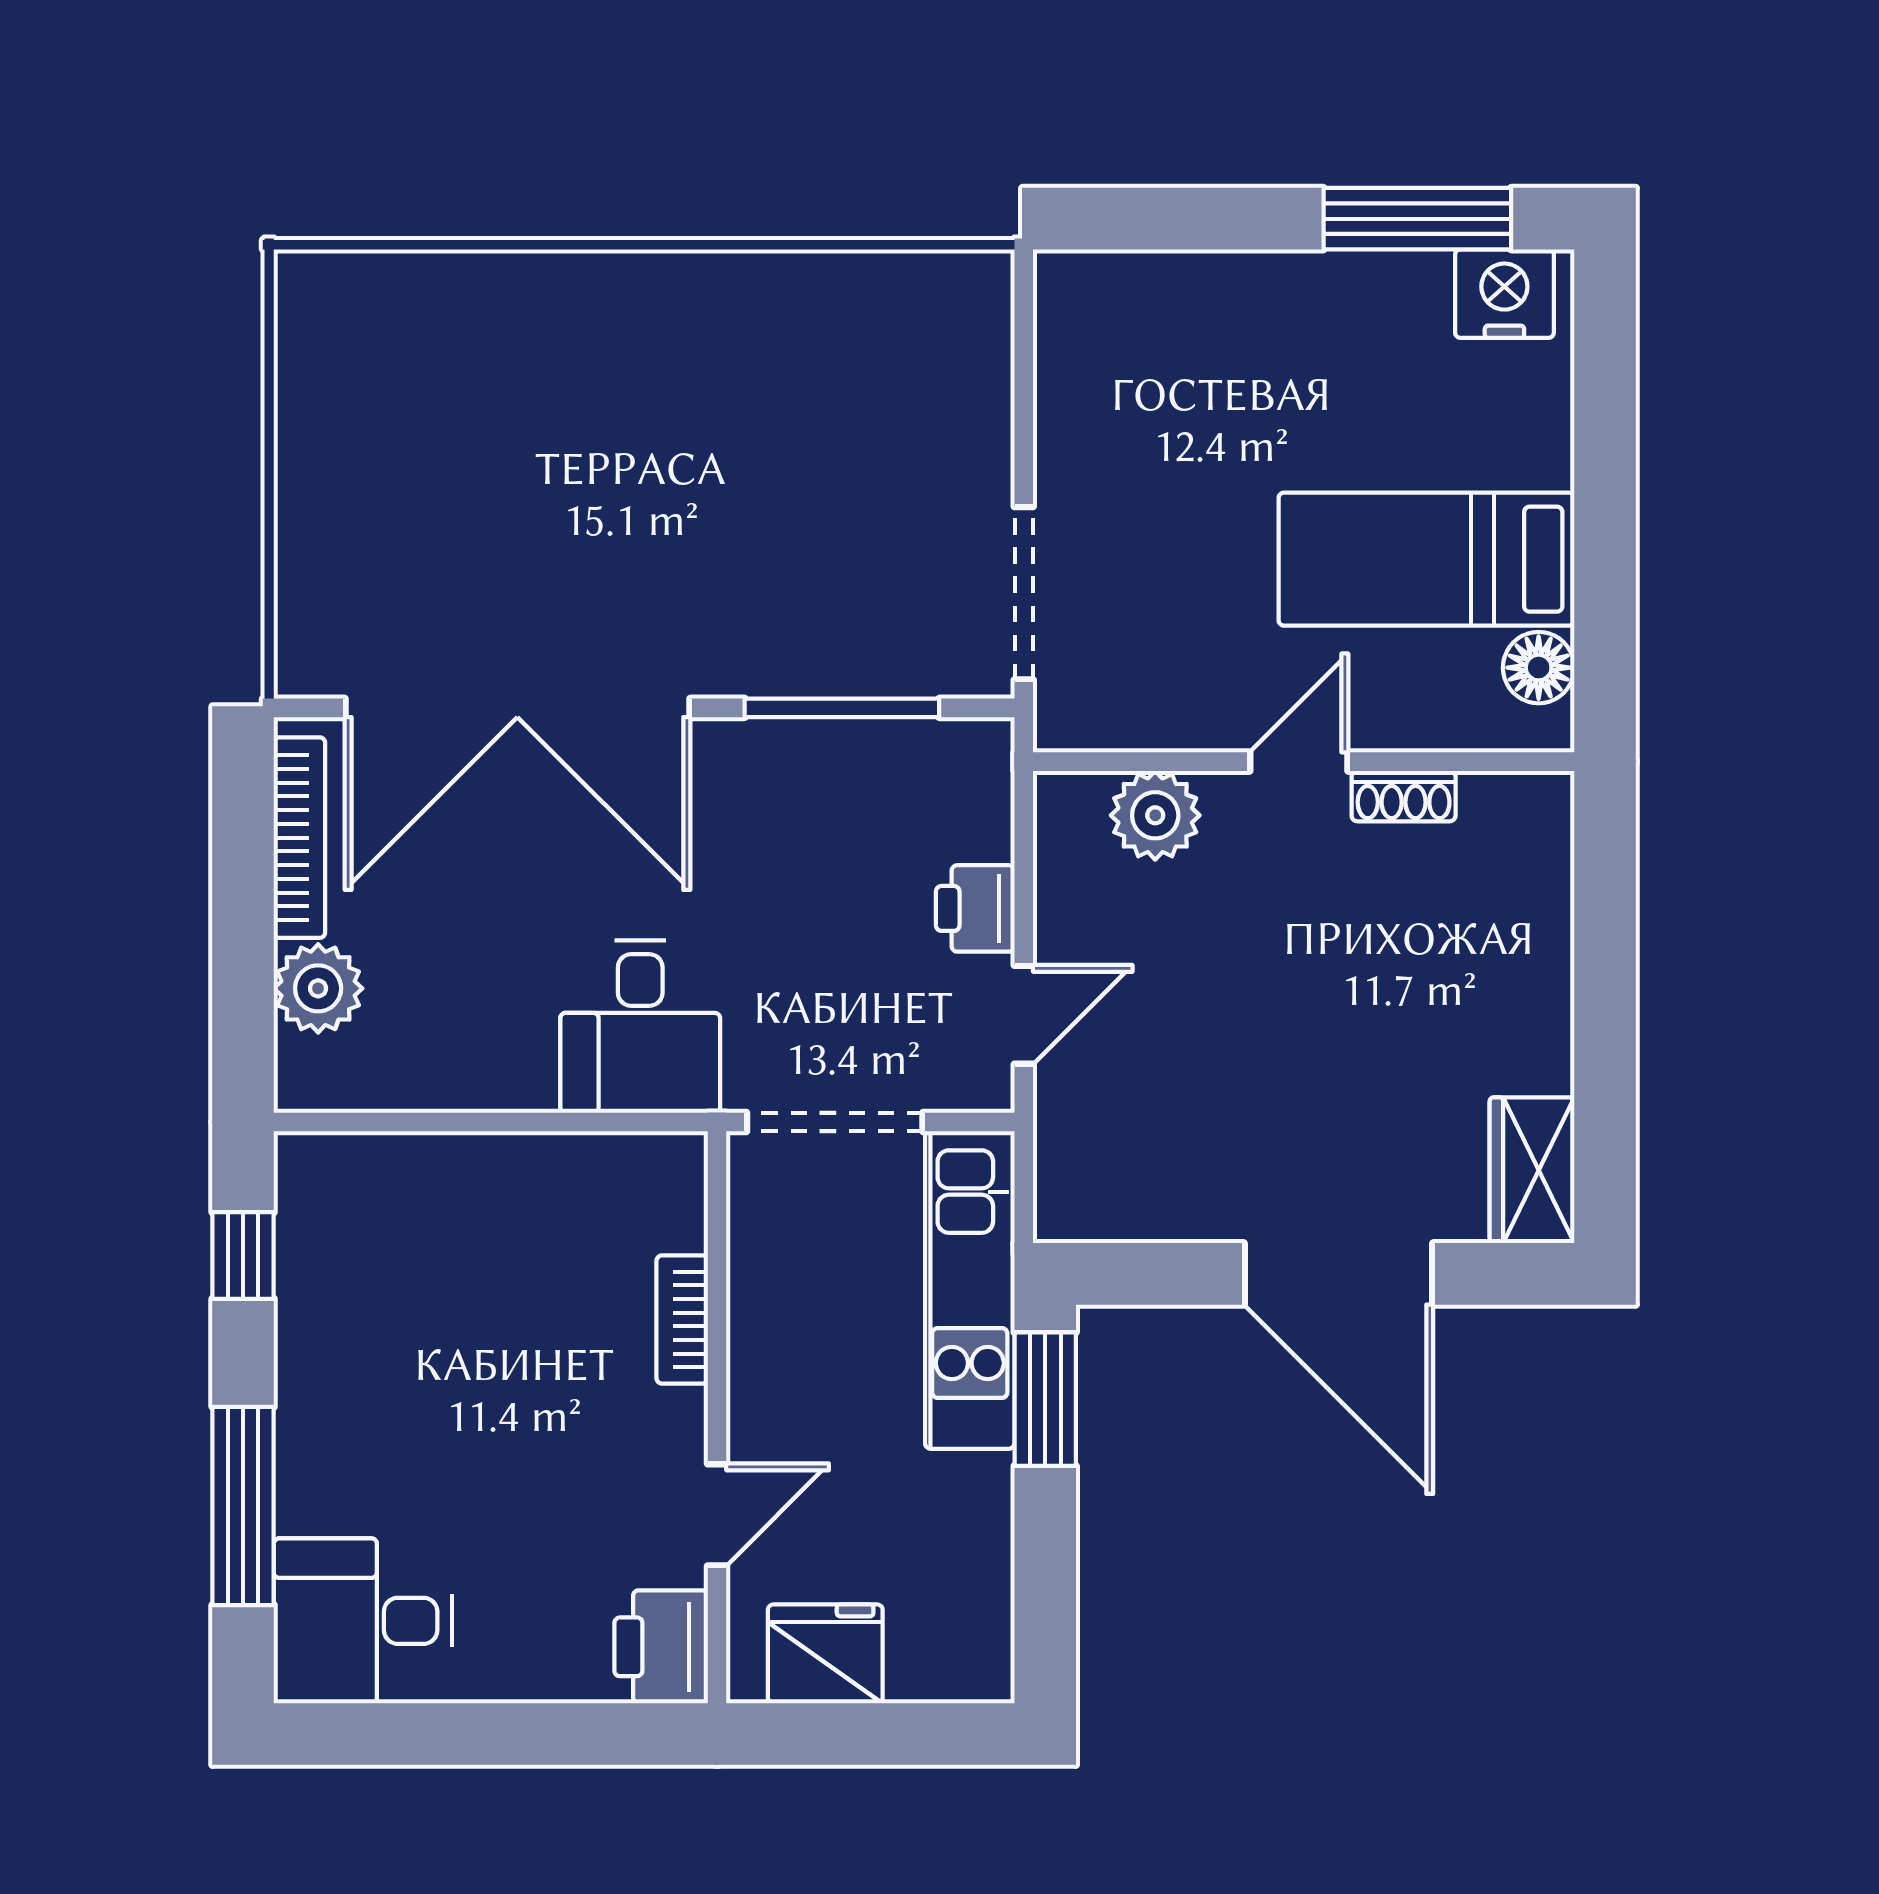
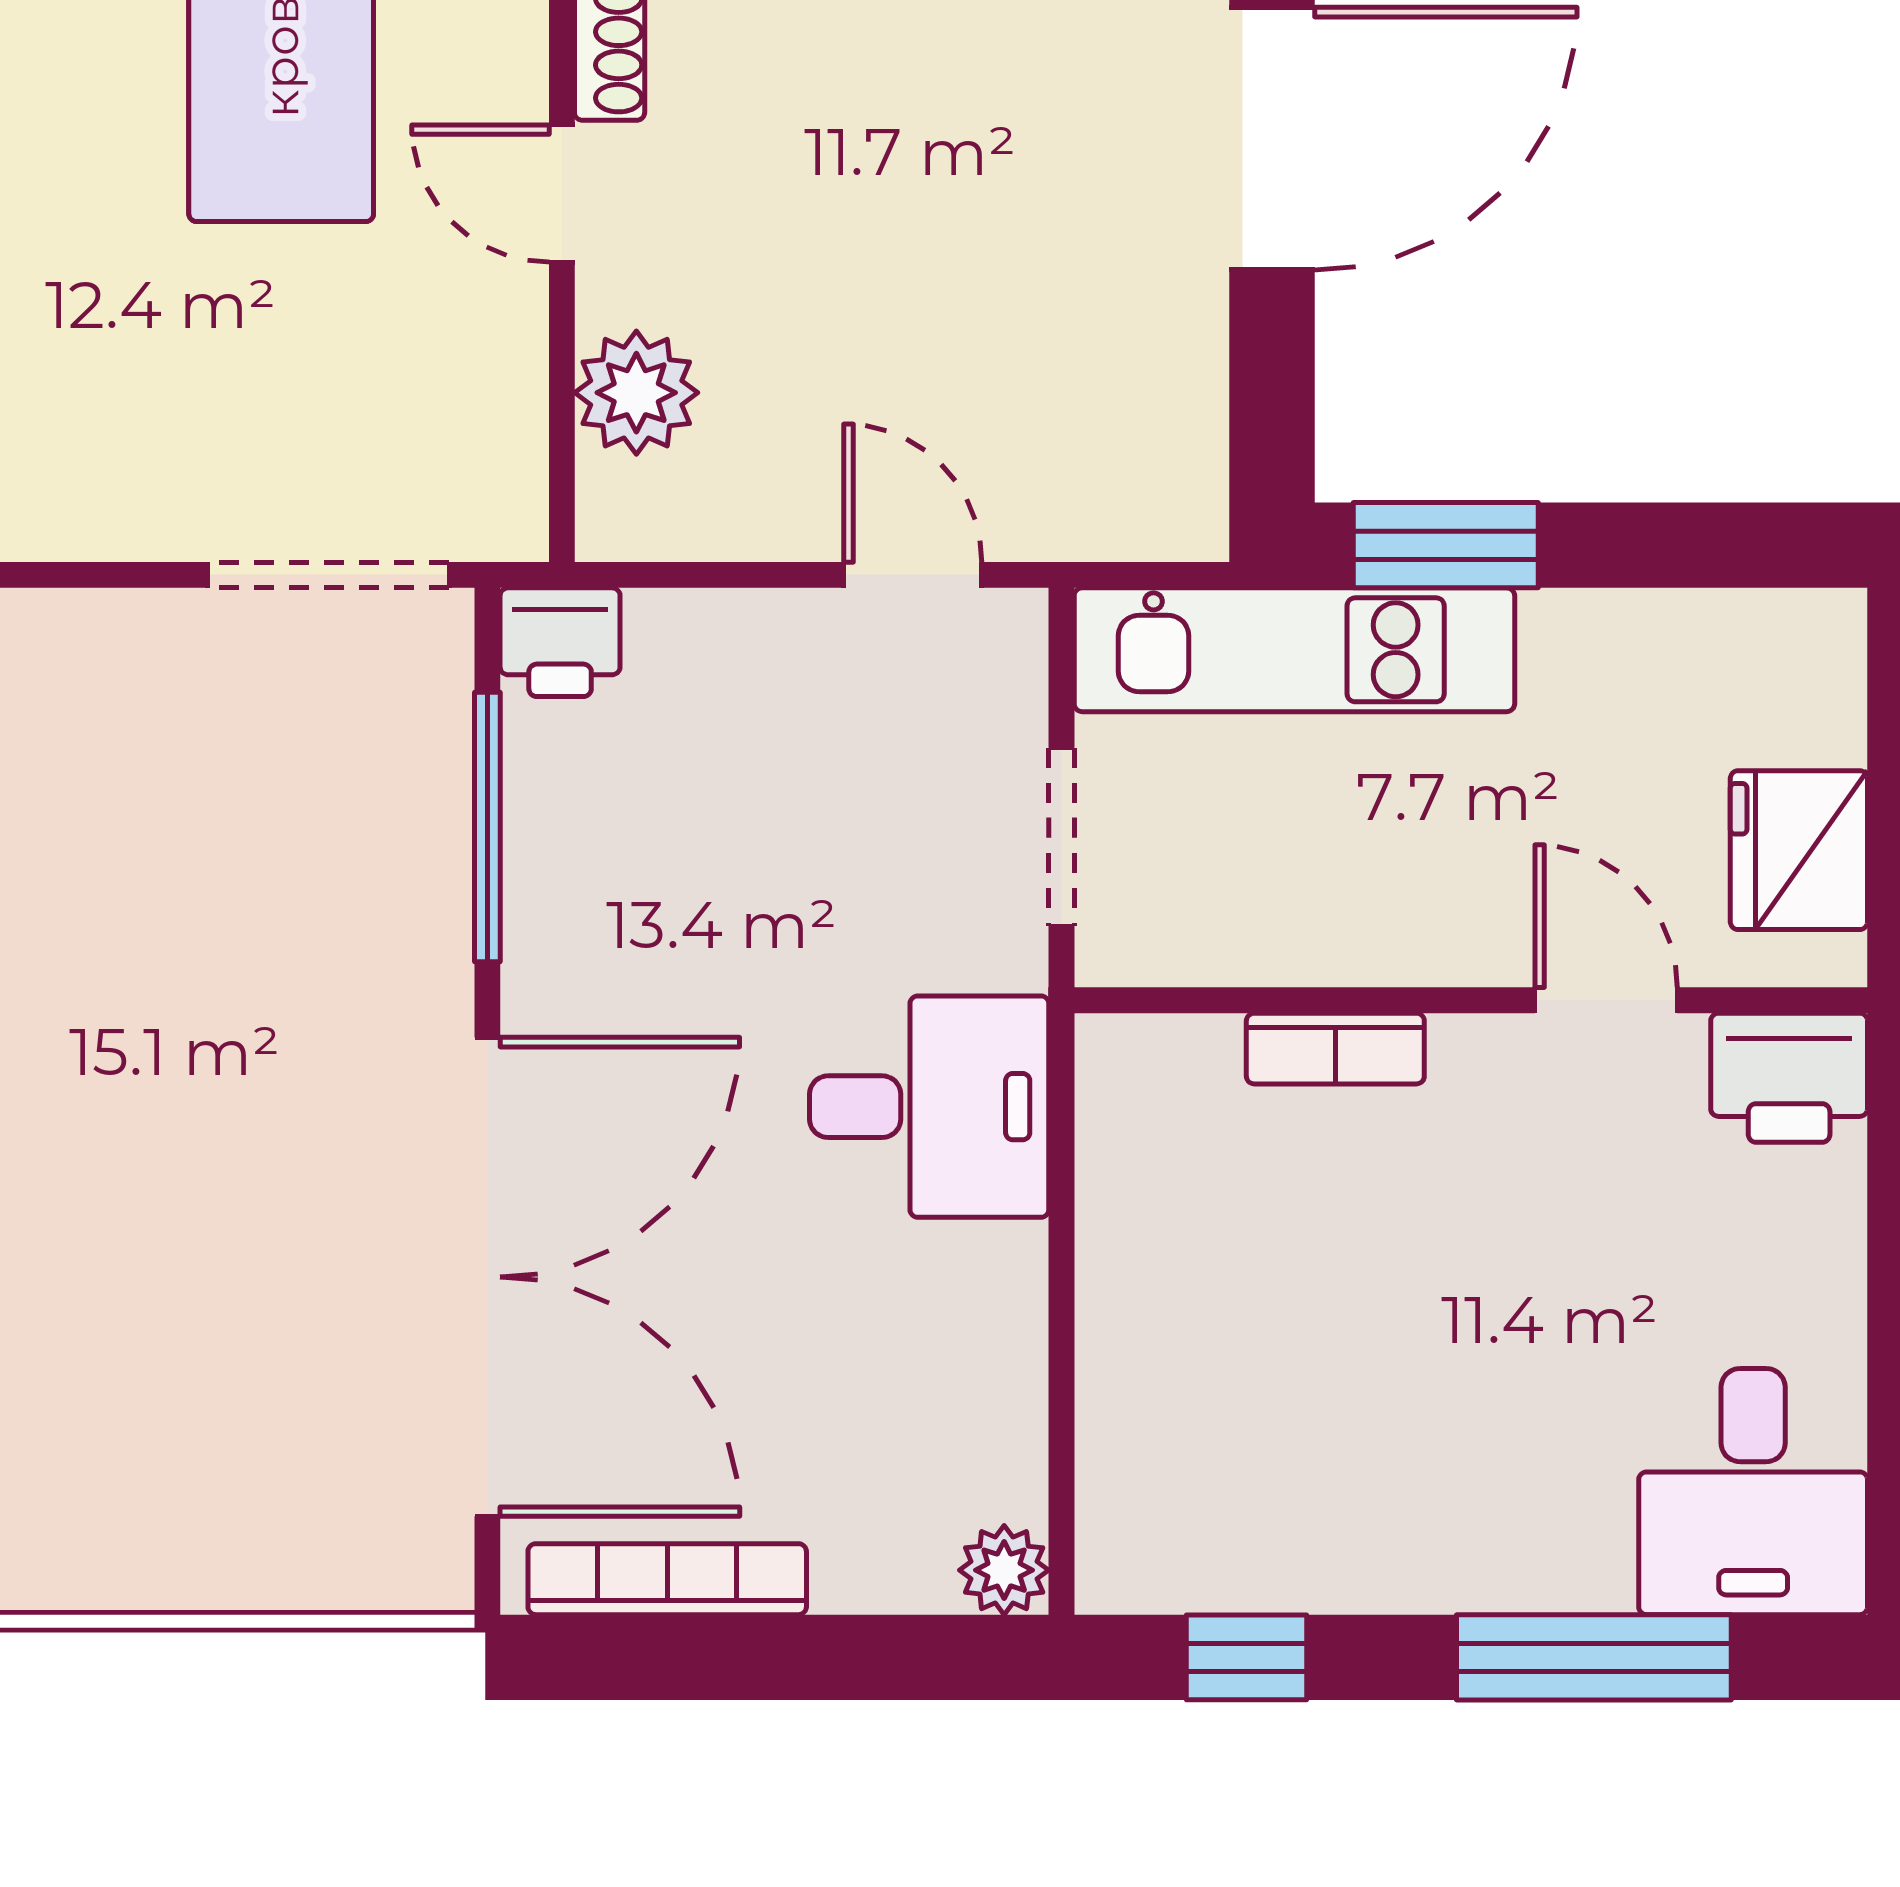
printer: (975, 908) -> (560, 642), moved
plant: (318, 988) -> (1004, 1570), moved, width x0.73, depth x0.73
doorway: (835, 1122) -> (1062, 837), width x0.73

